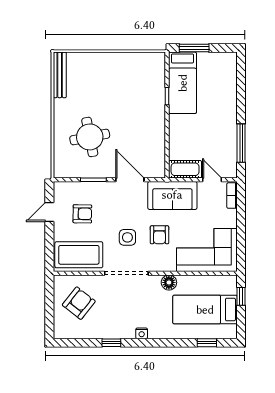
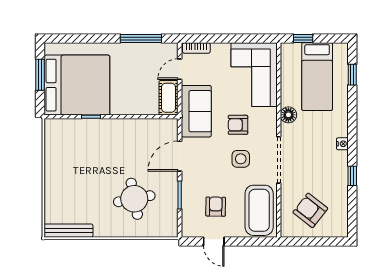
window: (194, 48) -> (40, 75), moved
bed: (183, 83) -> (77, 85), width x2.04
armchair: (159, 235) -> (238, 125), turned 180

